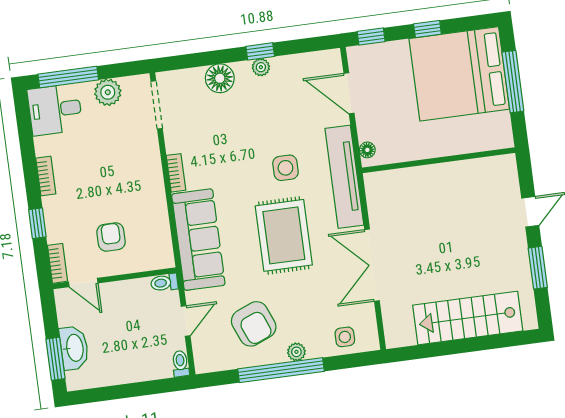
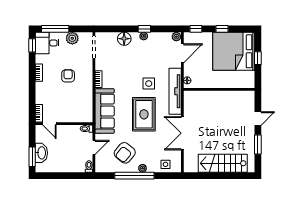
plant: (332, 59) -> (176, 37), added
window: (513, 82) -> (258, 58), width x0.46
door: (349, 93) -> (182, 53), swing flipped
window: (37, 223) -> (32, 45), moved
armchair: (111, 237) -> (68, 76), moved
armchair: (254, 324) -> (125, 153), turned 61

